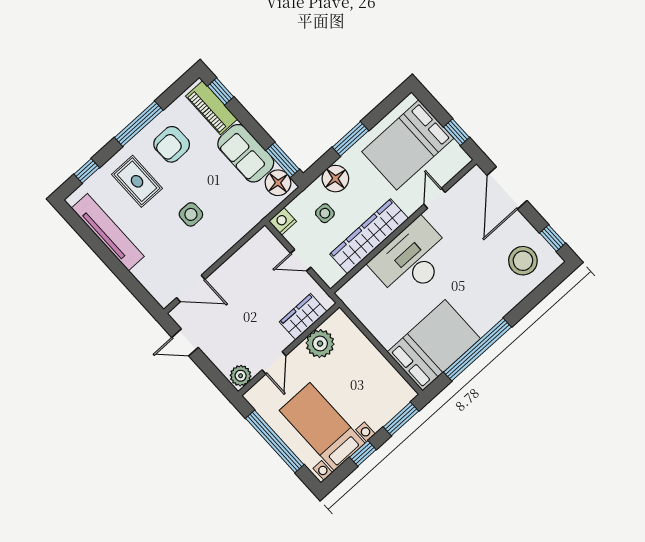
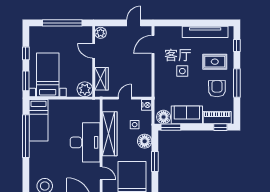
plant: (320, 344) -> (85, 89), moved
bed: (434, 345) -> (39, 120), width x0.67
bed with nightstands: (322, 427) -> (48, 75), moved, turned -90

